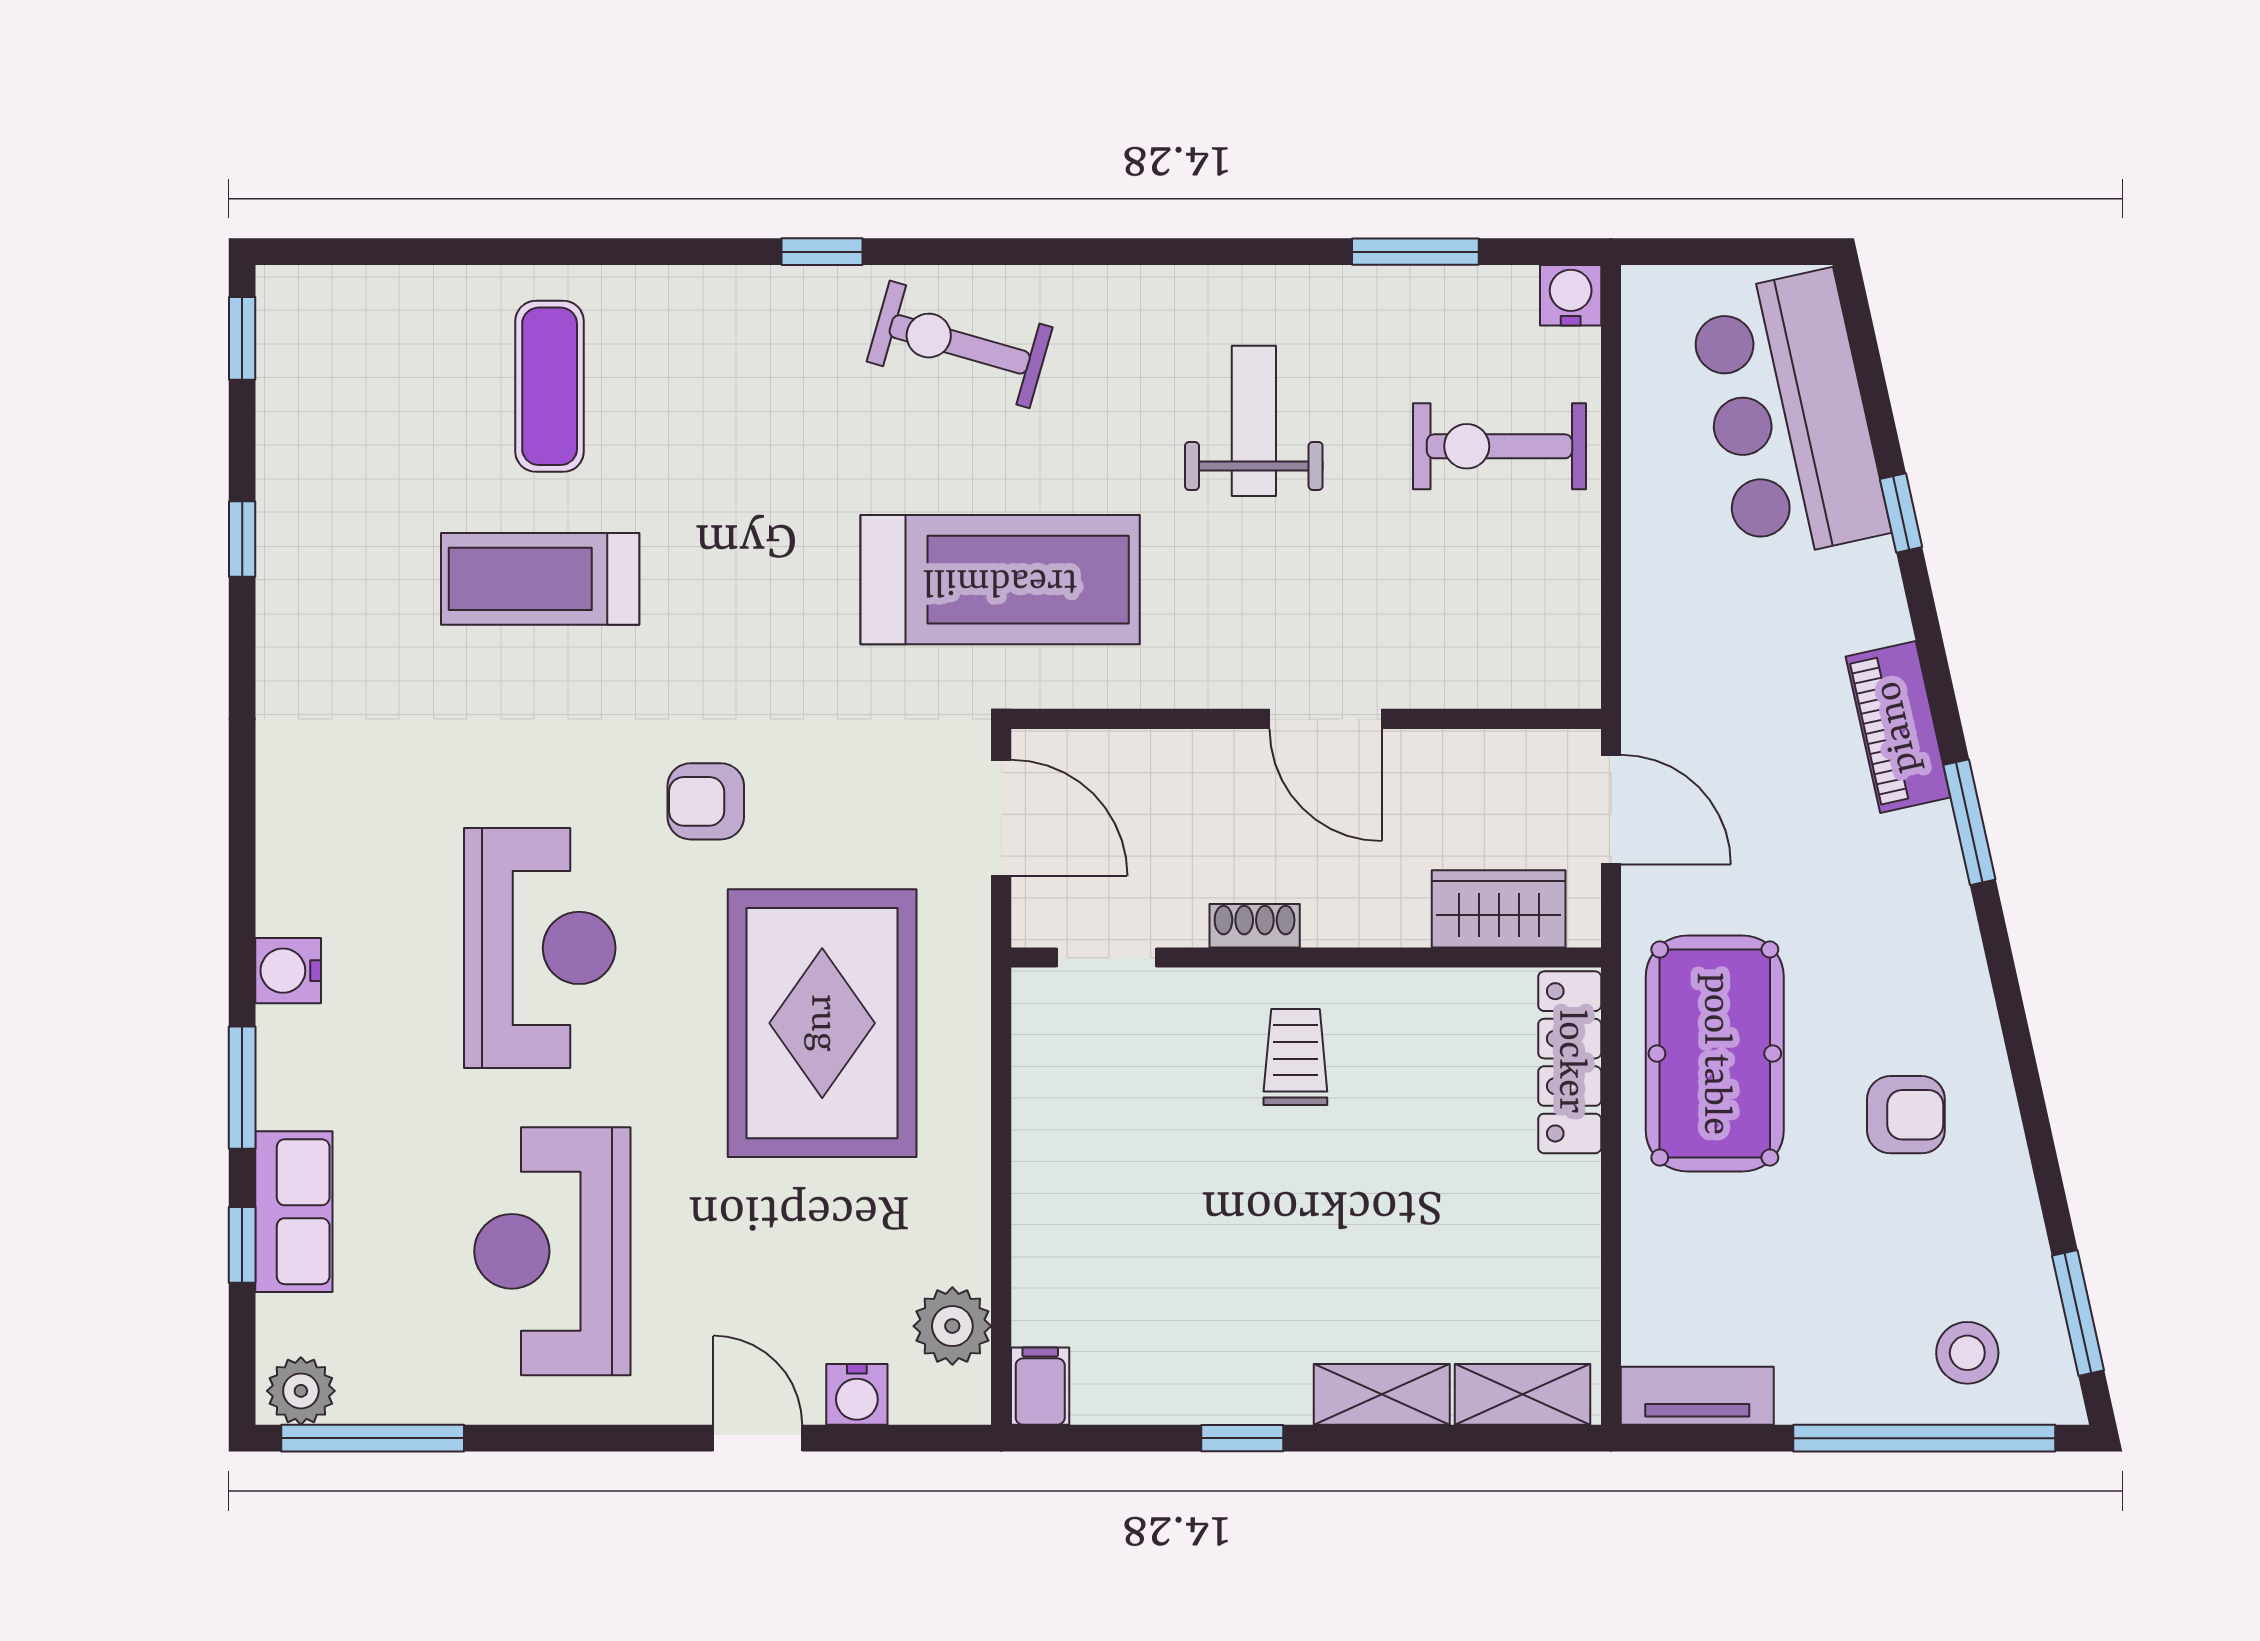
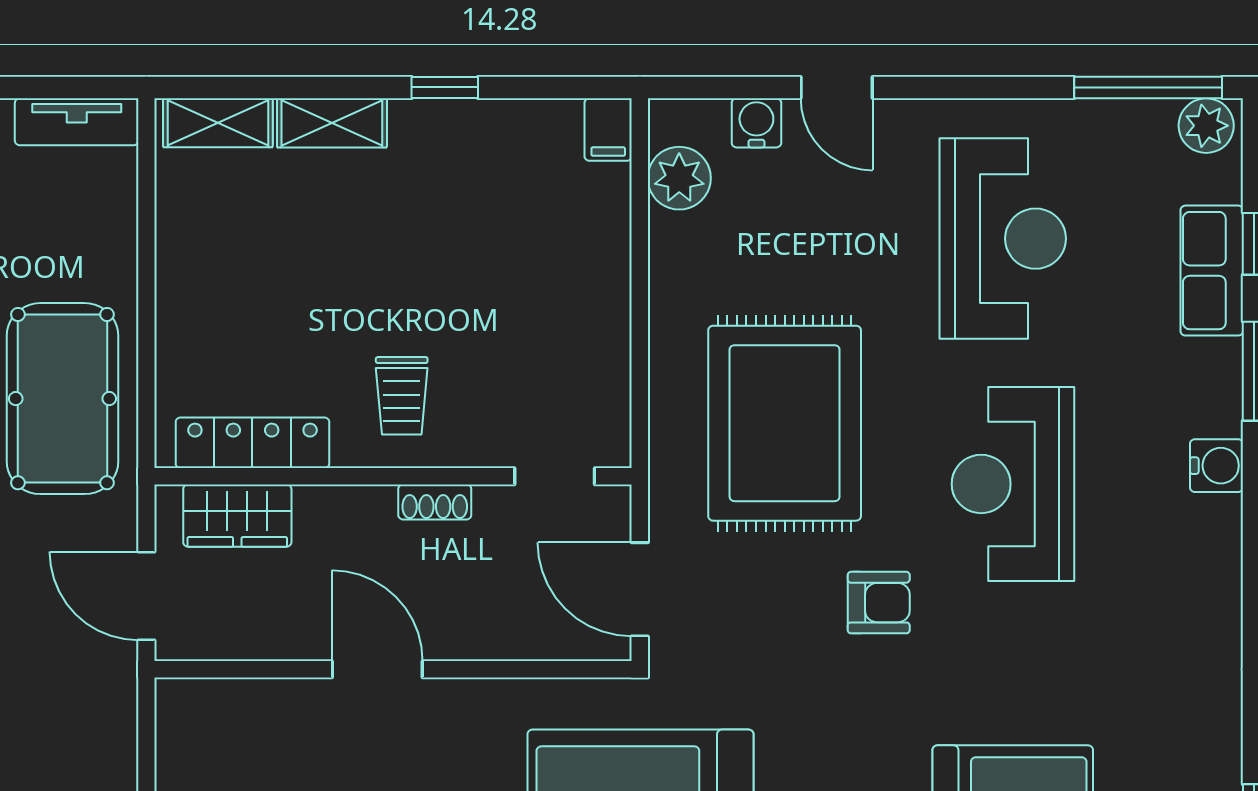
locker: (1570, 1062) -> (252, 443), moved, turned -90

